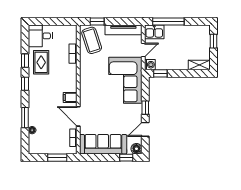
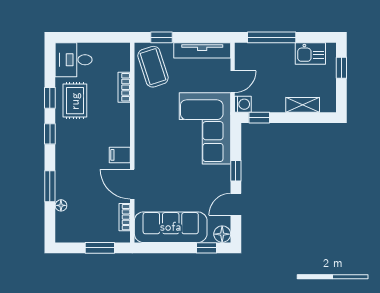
kitchen sink: (154, 32) -> (310, 54), moved
shelving: (199, 65) -> (303, 105), moved

